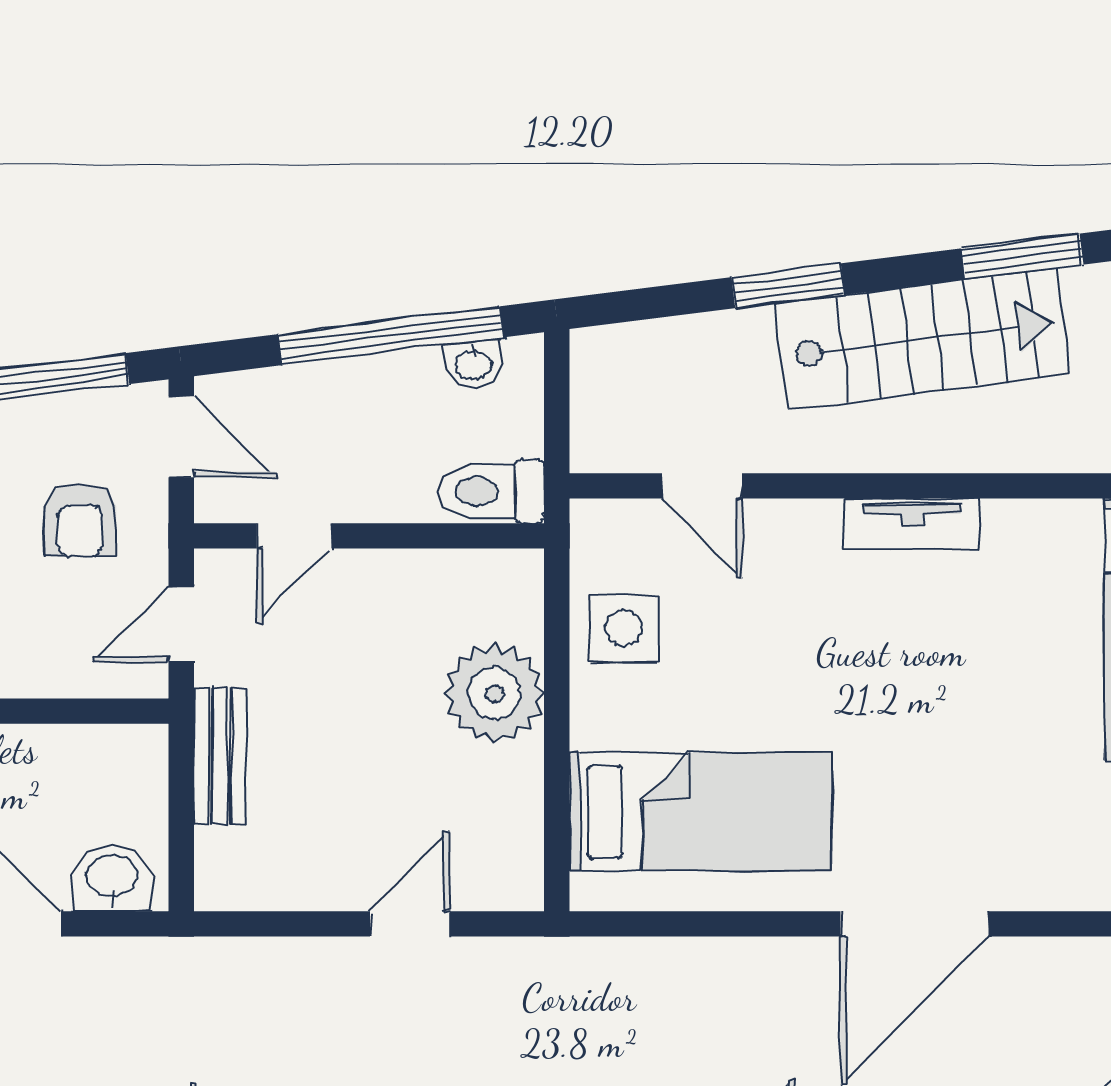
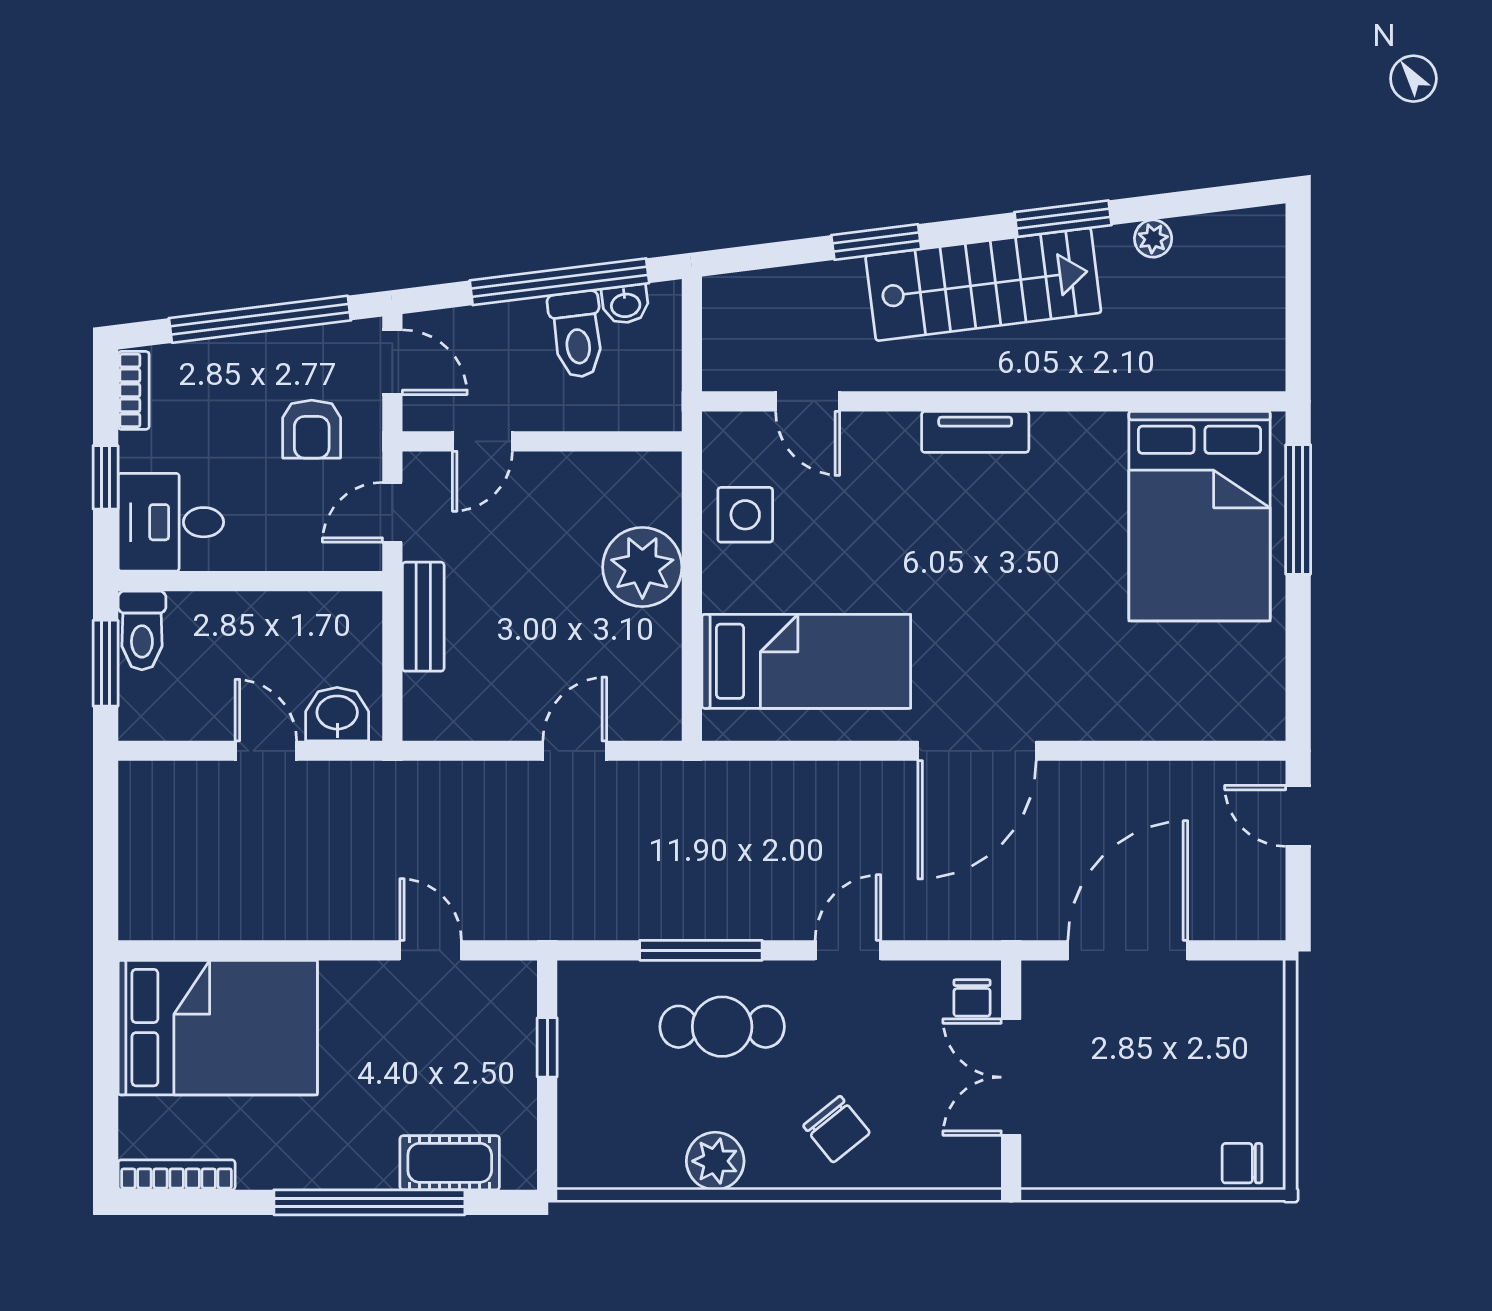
toilet: (491, 491) -> (577, 335), moved, turned -97

